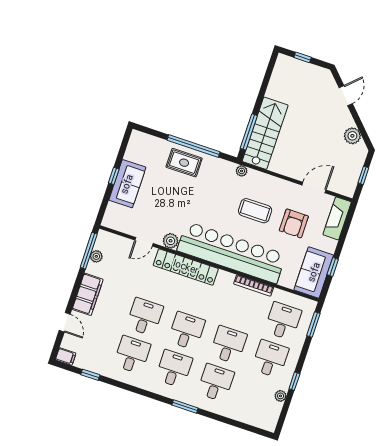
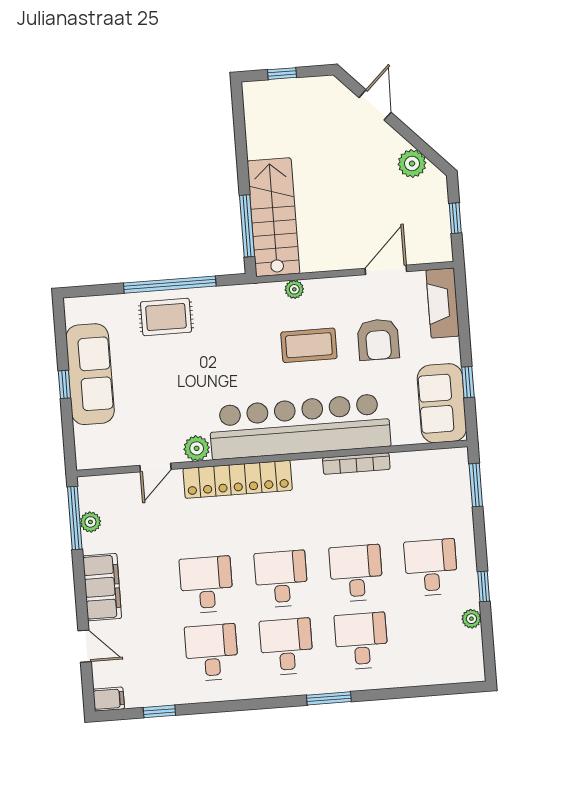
plant: (242, 171) -> (294, 289), moved
sofa: (127, 184) -> (90, 374), width x1.36
desk: (283, 321) -> (426, 500), removed

